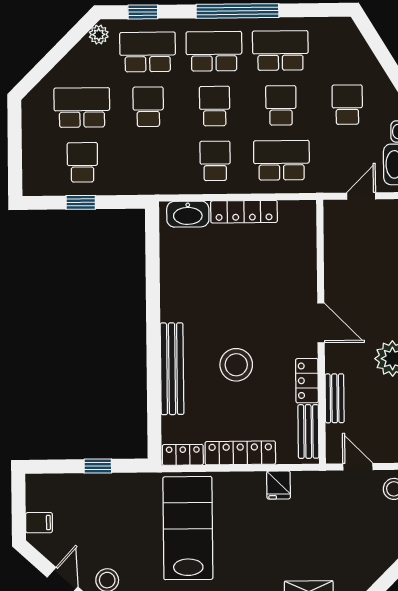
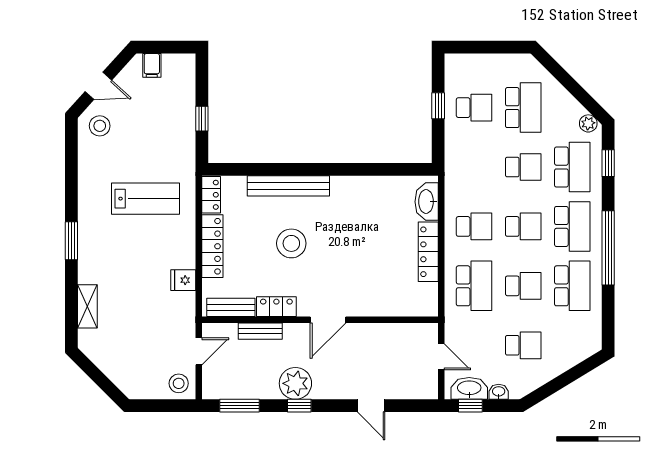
lab bench: (188, 528) -> (146, 199), width x0.73, depth x0.72

